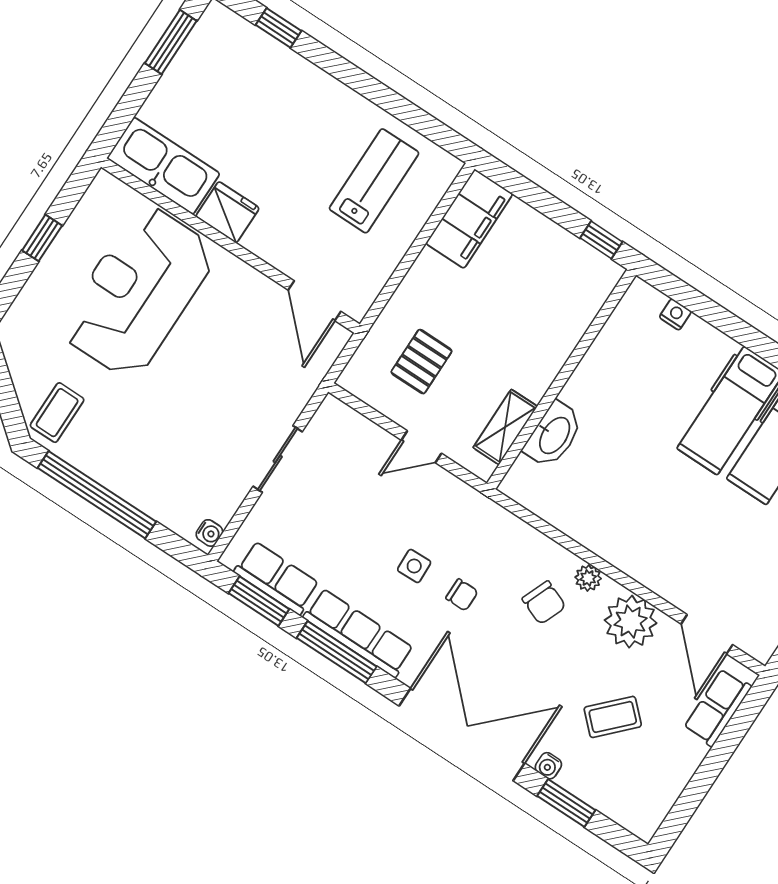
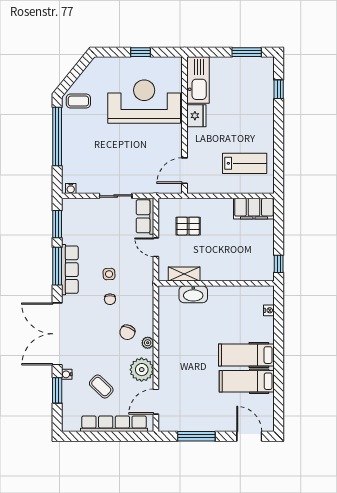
row of seats: (277, 578) -> (145, 216), moved, turned 180
row of seats: (718, 707) -> (114, 424), width x2.02
double door: (462, 734) -> (57, 334), swing flipped

